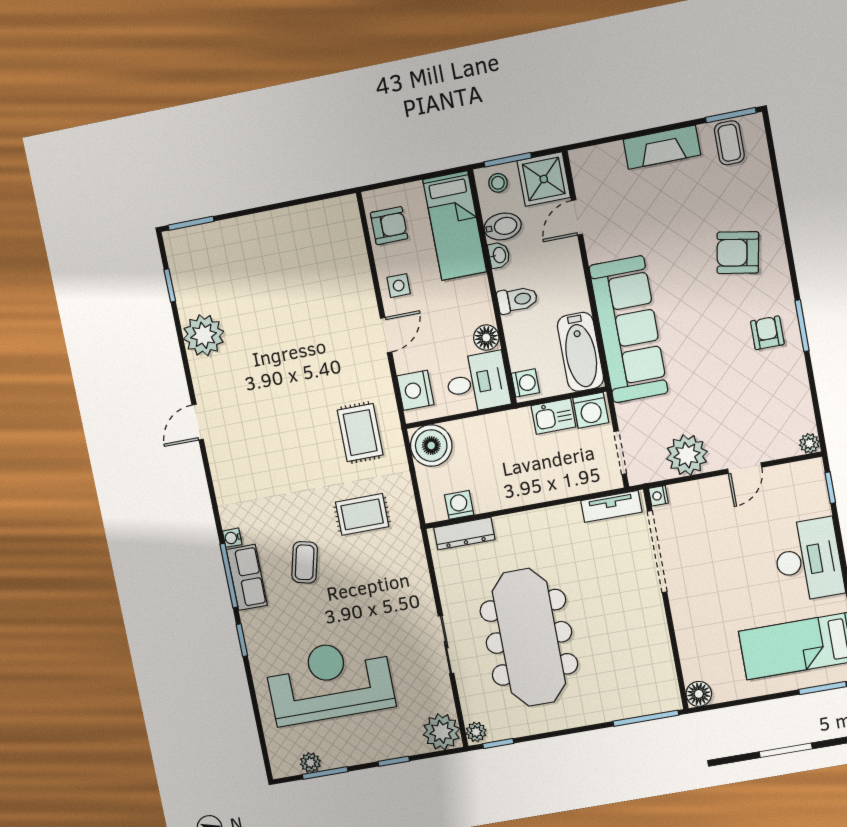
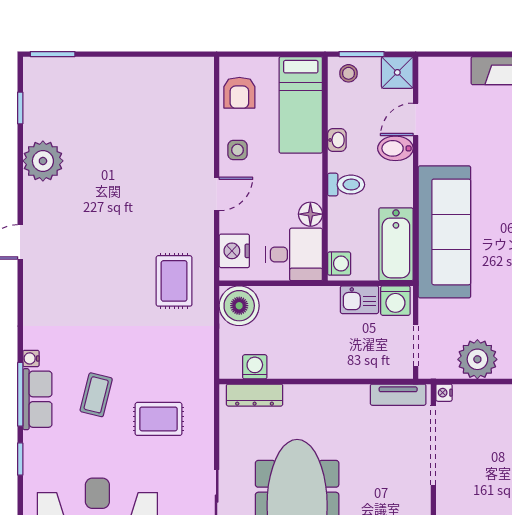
shower: (544, 179) -> (397, 72), width x0.73, depth x0.73
armchair: (389, 226) -> (239, 93), turned 90
bidet: (503, 226) -> (395, 148), moved, turned 180
rug: (362, 514) -> (159, 419), moved

